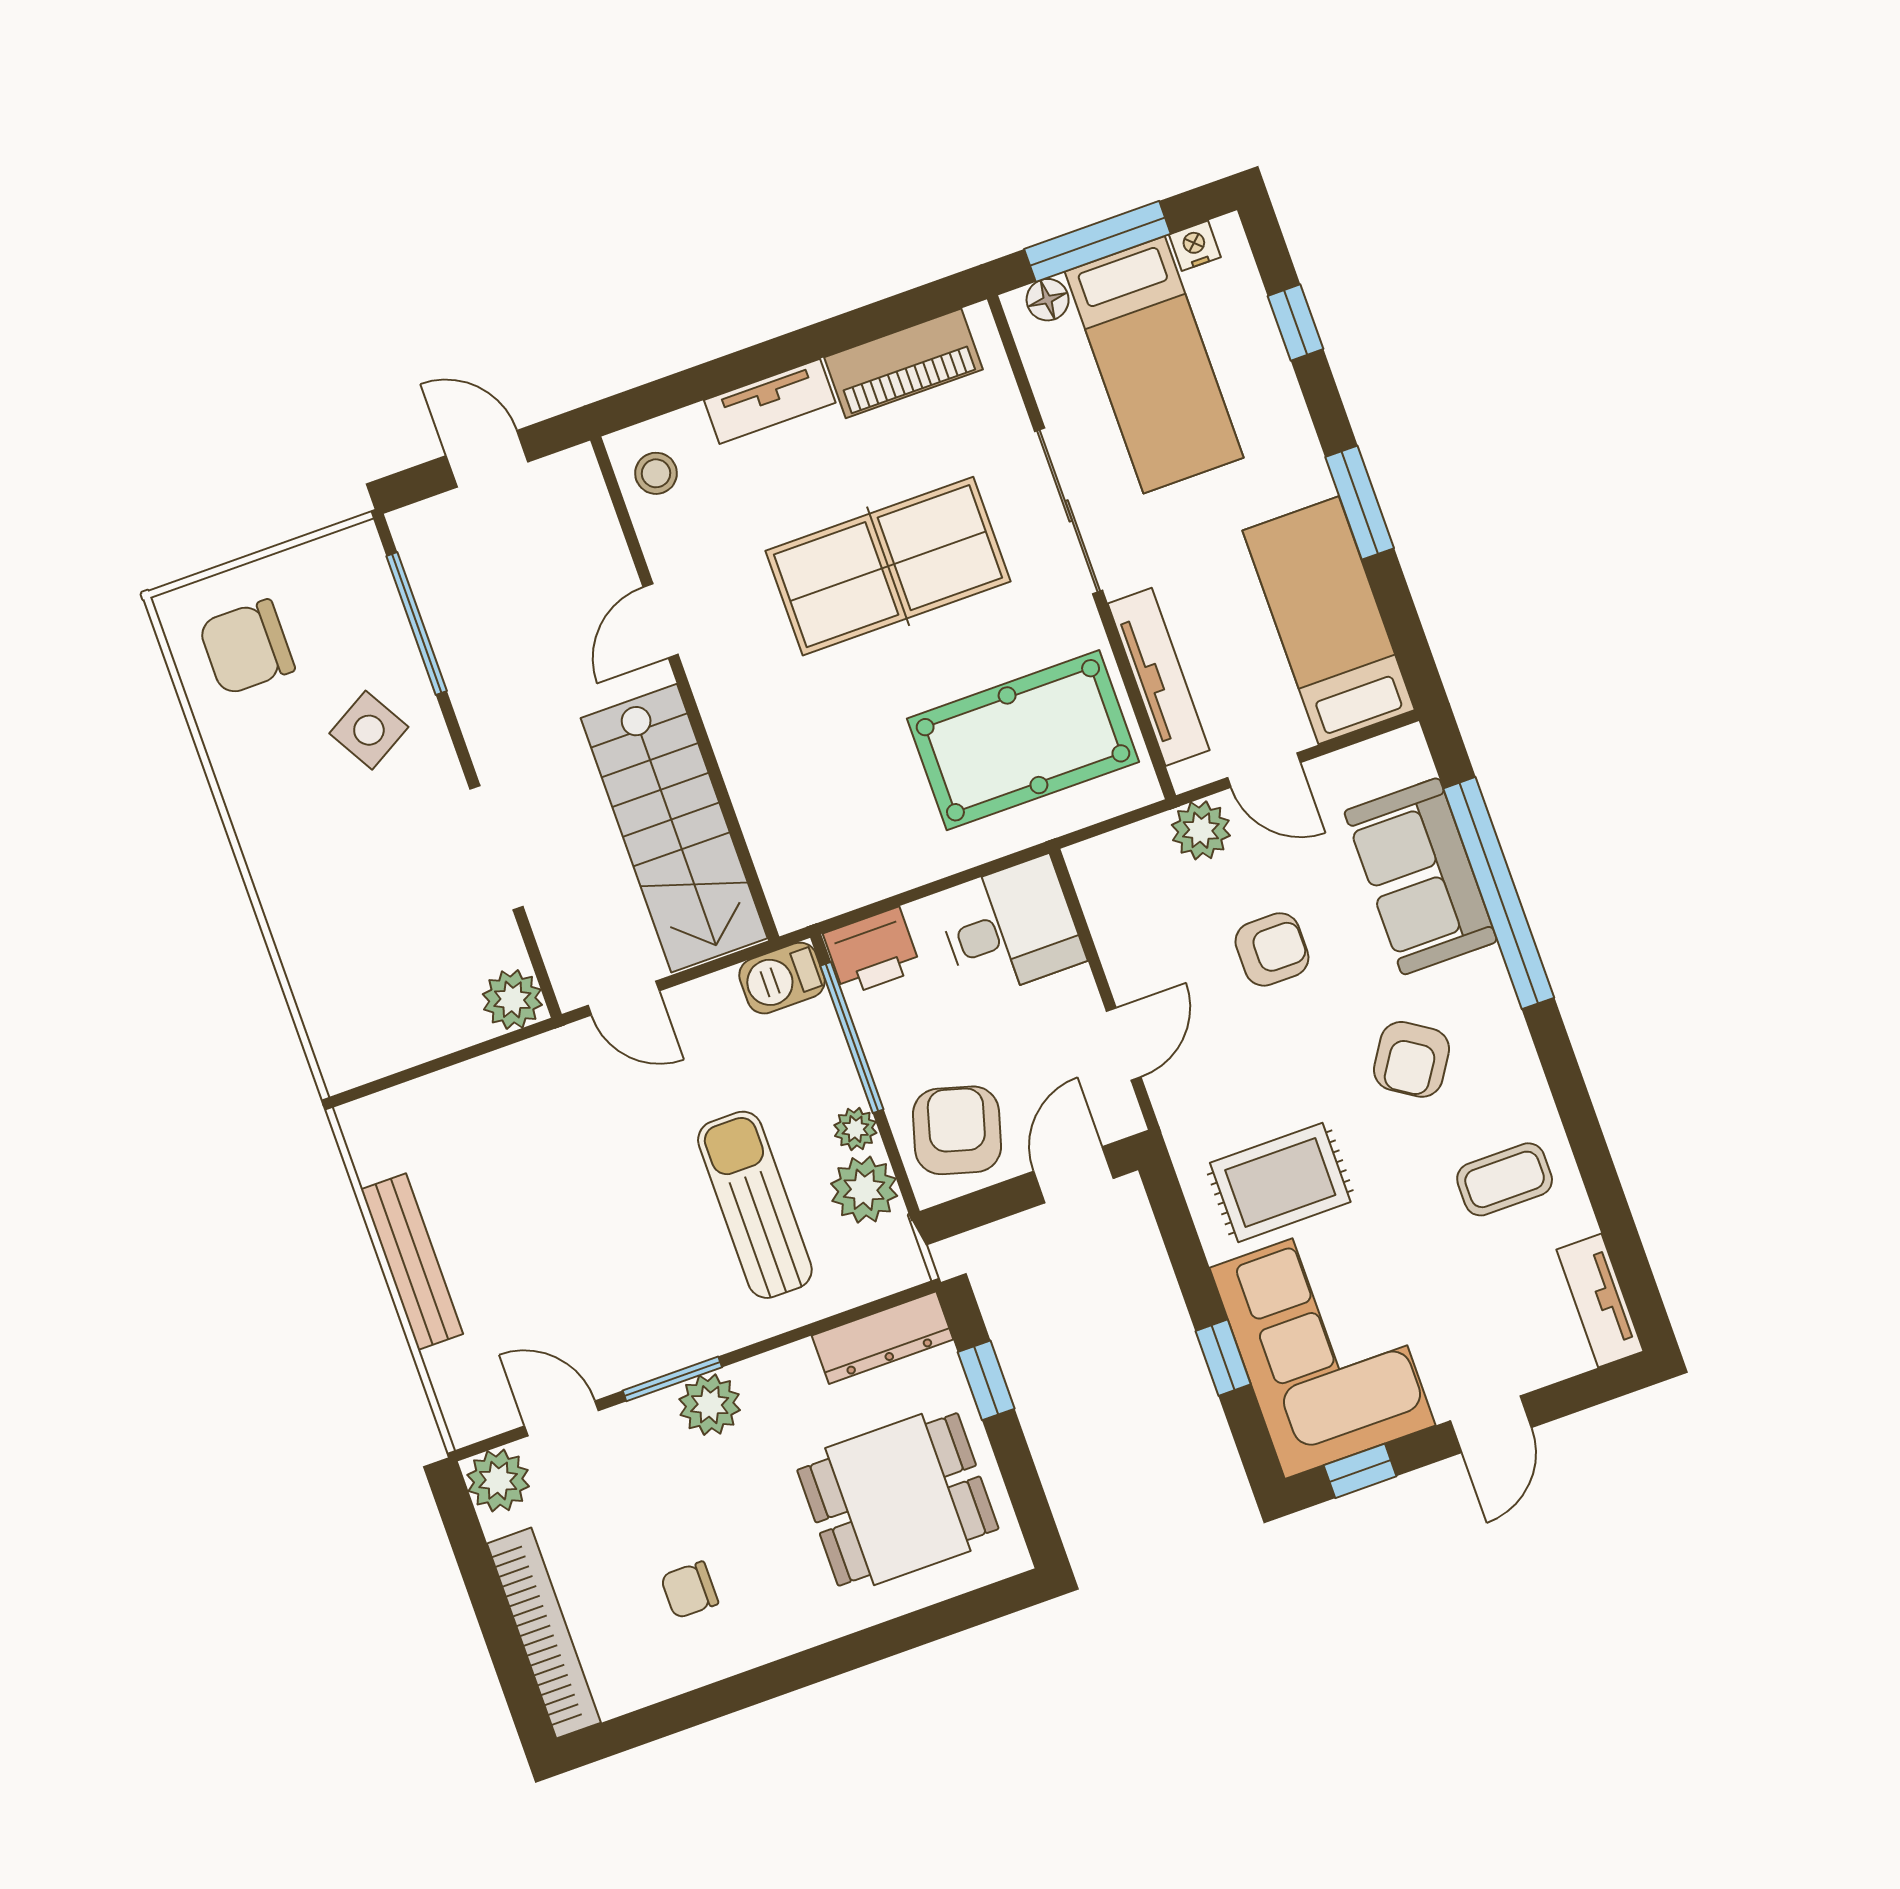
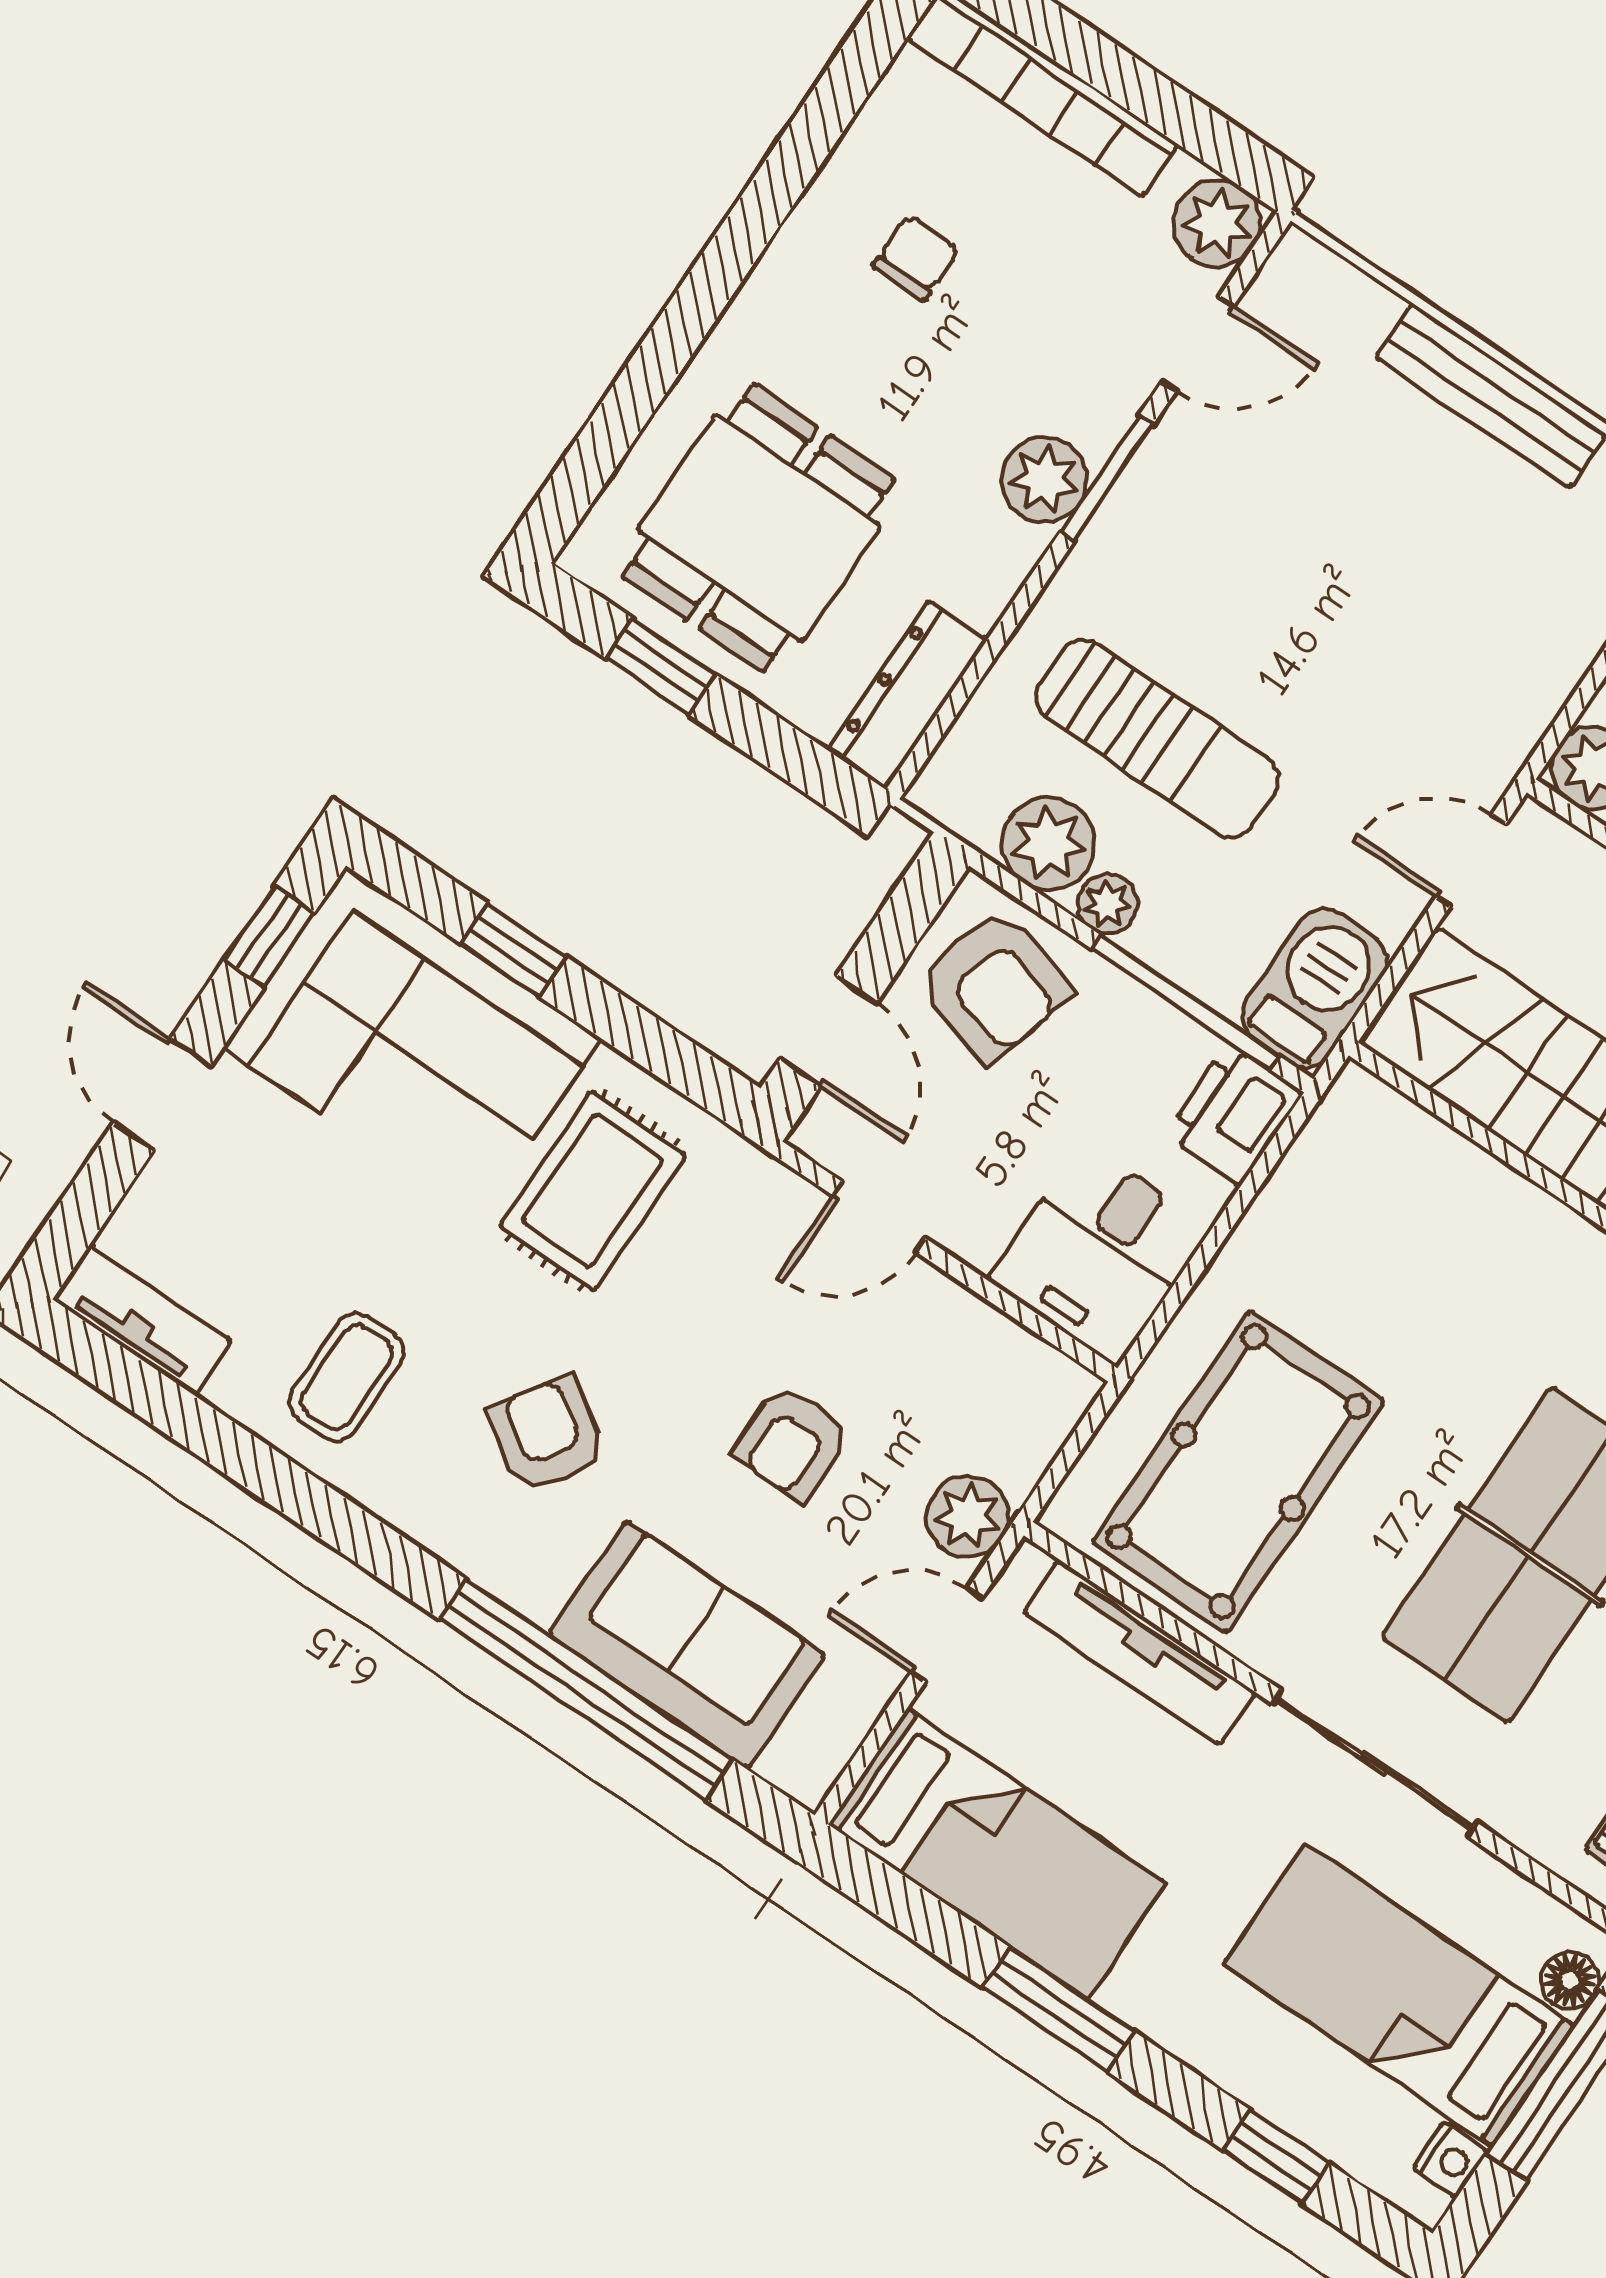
barbecue: (782, 978) -> (1315, 989), width x1.38, depth x1.27
door: (1124, 1044) -> (879, 1217), hinge flipped
window: (986, 1380) -> (661, 666), moved

